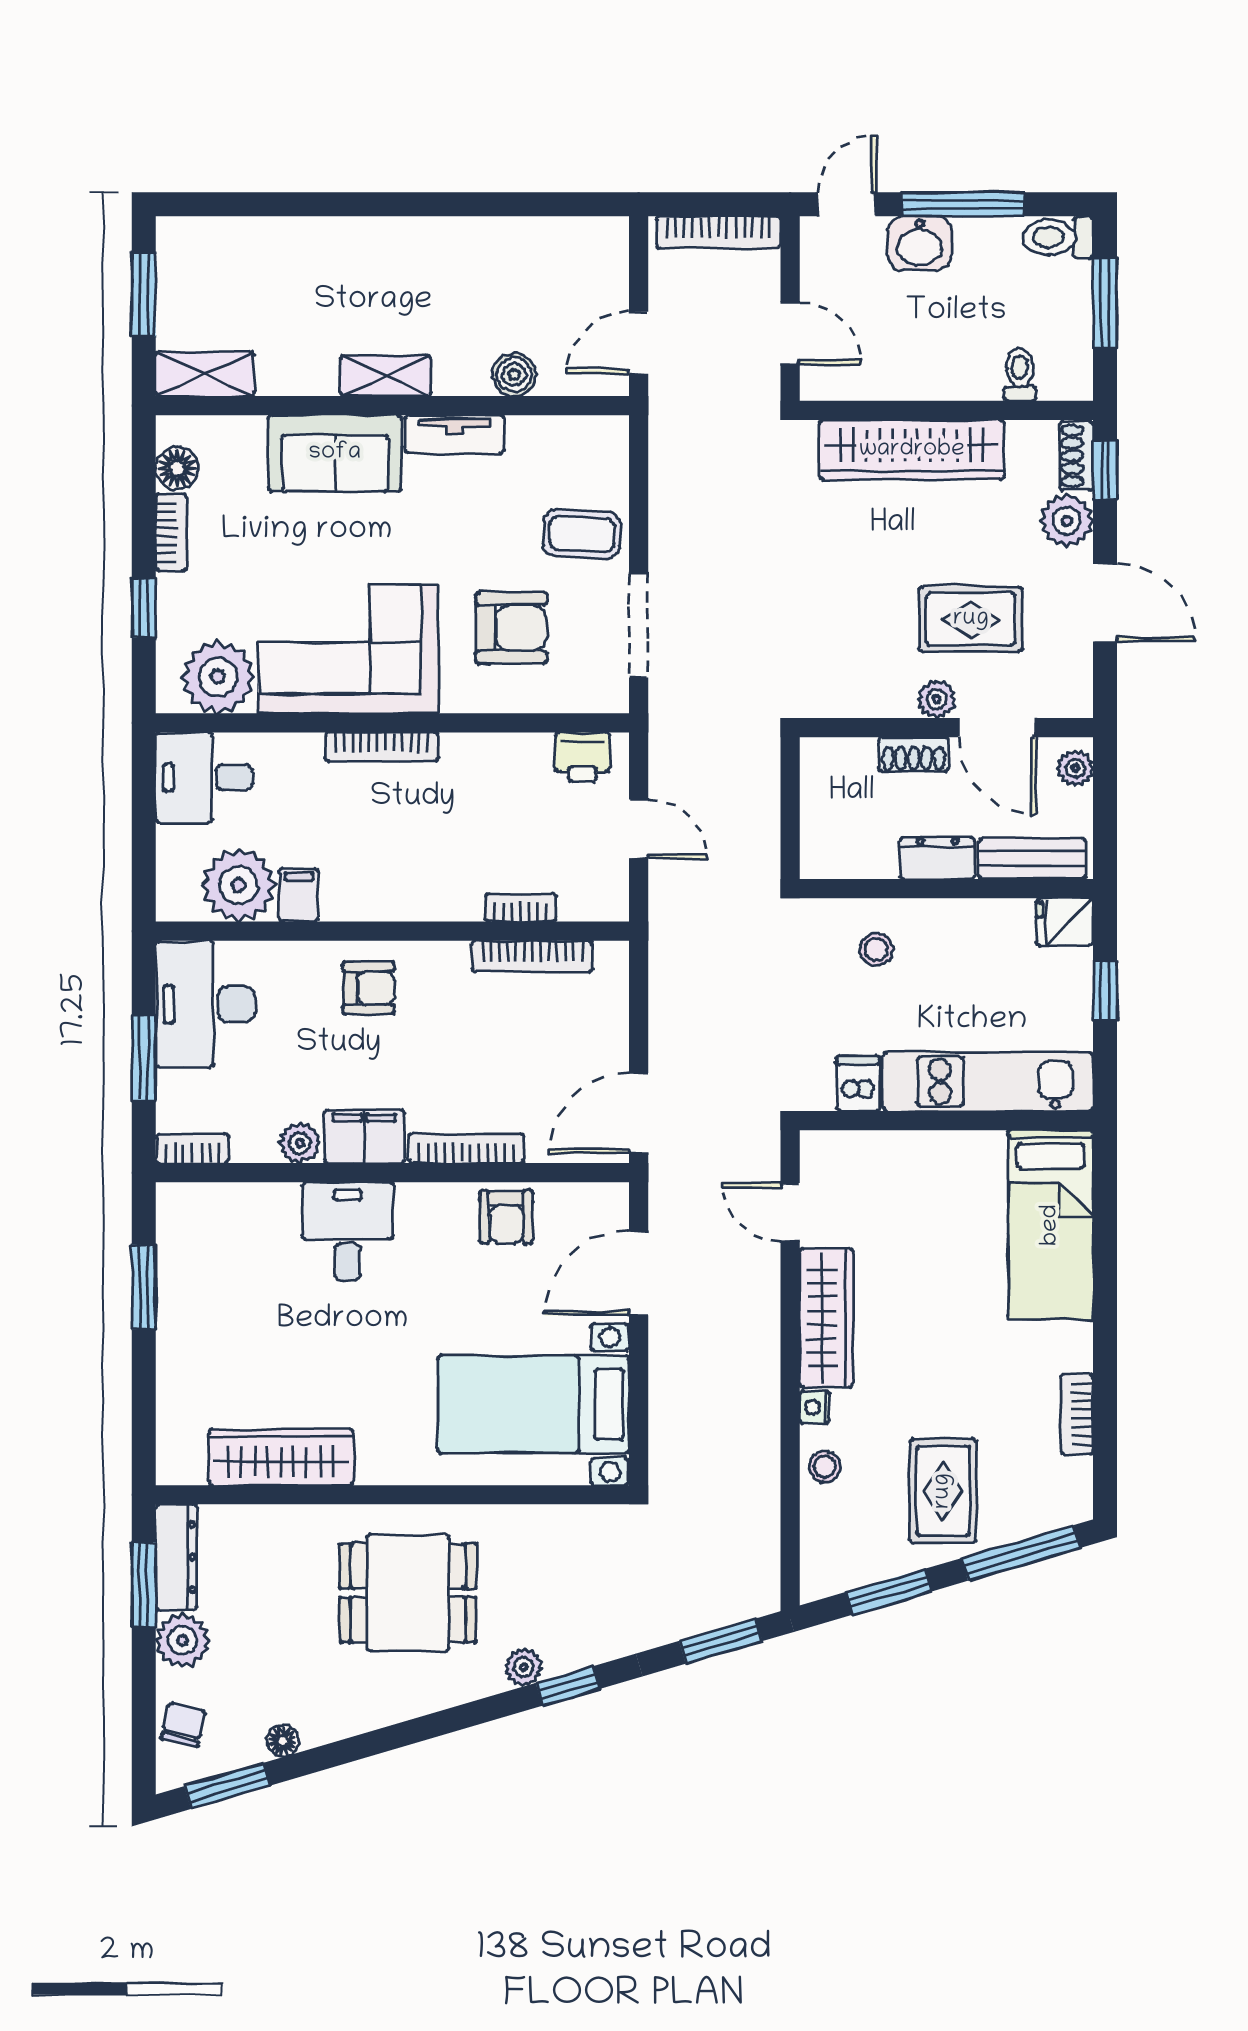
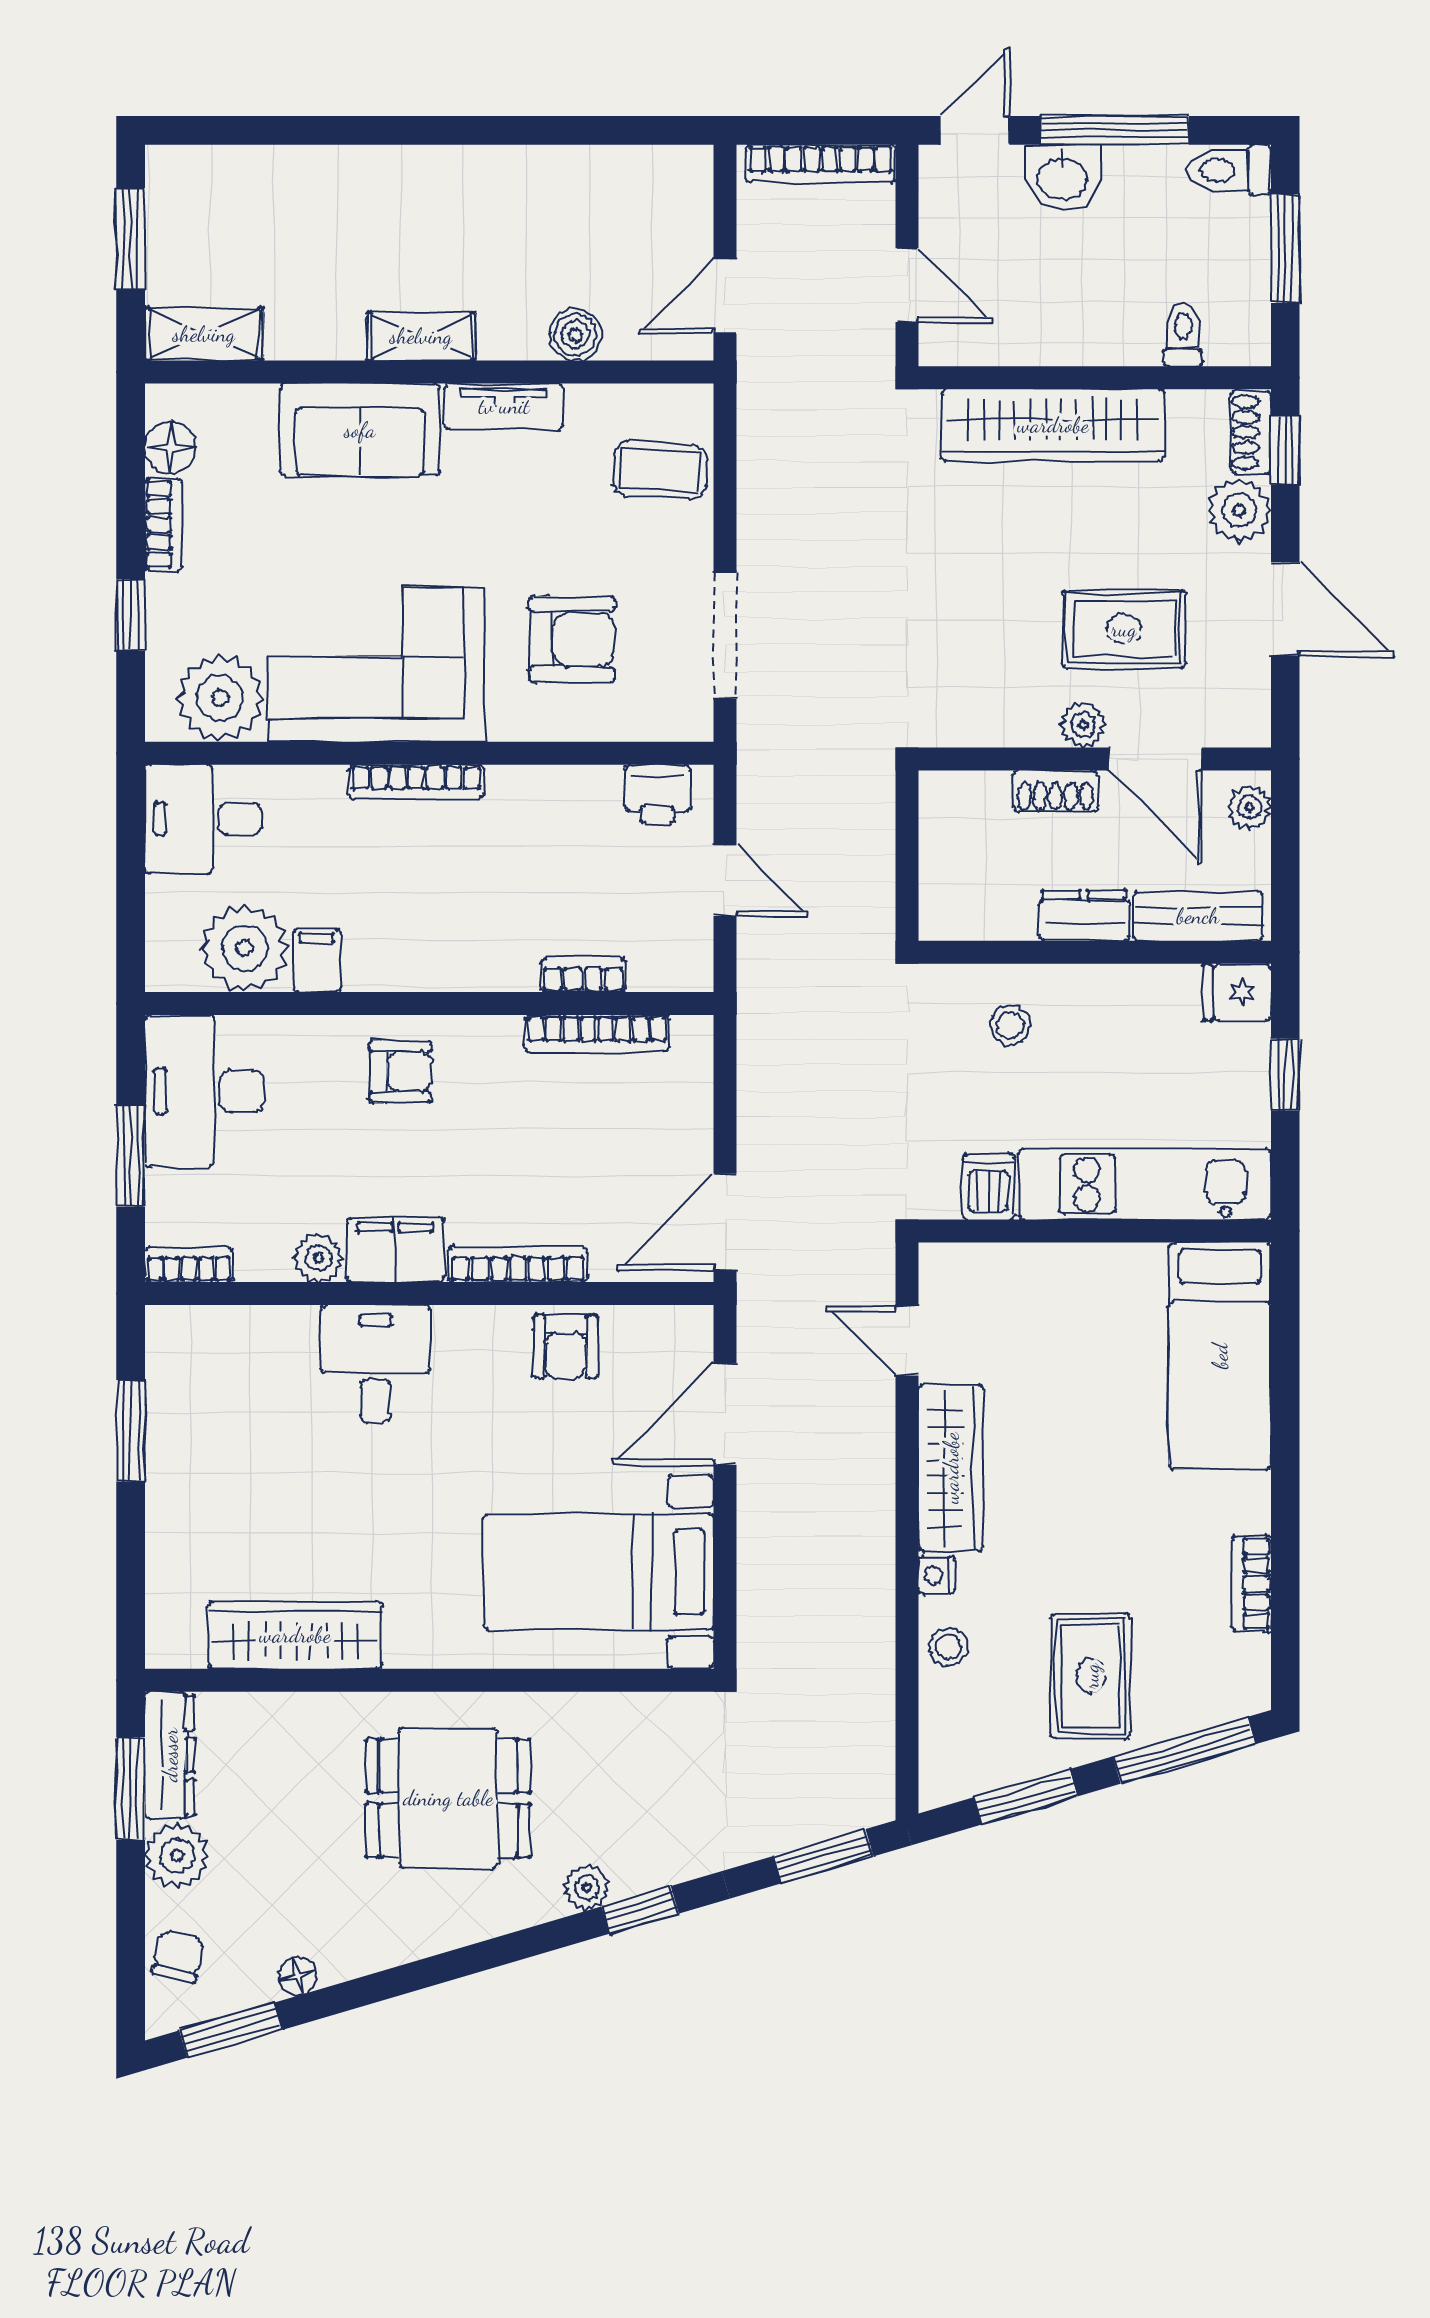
coffee table: (582, 534) -> (660, 470), moved

